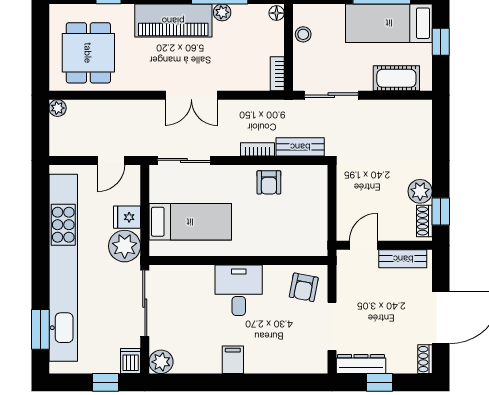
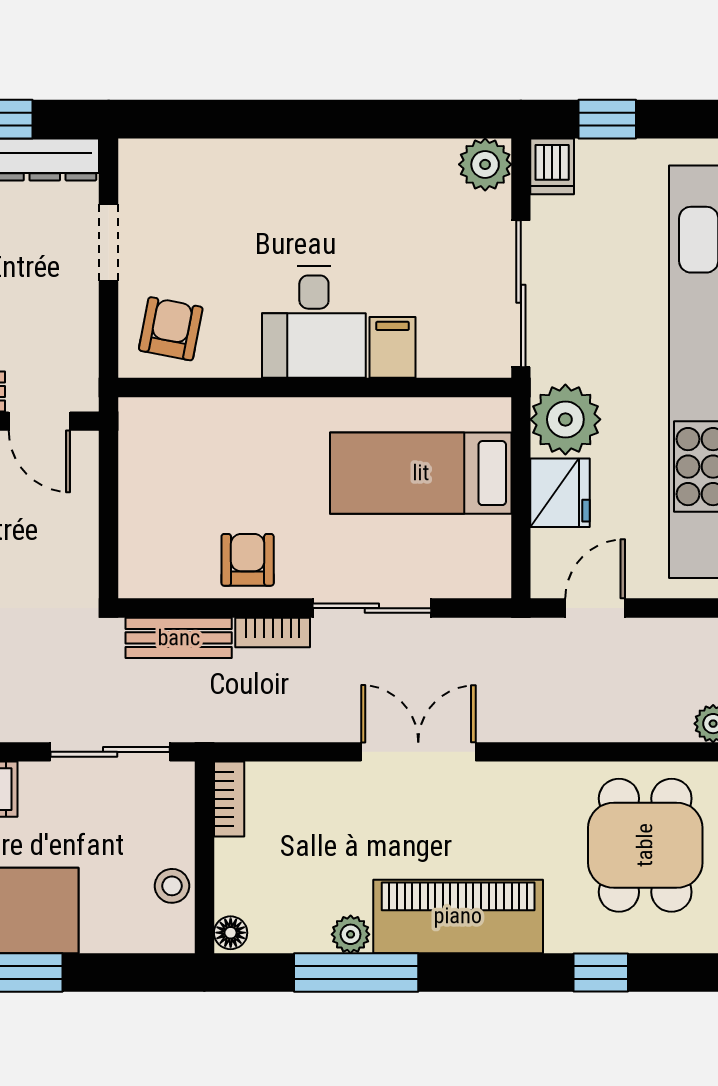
sliding door: (184, 160) -> (372, 608), moved
fridge: (127, 217) -> (560, 493), width x1.38
door: (363, 245) -> (39, 421), hinge flipped
doorway: (332, 326) -> (109, 243), width x0.73
filing cabinet: (233, 360) -> (393, 347), moved, turned 180

